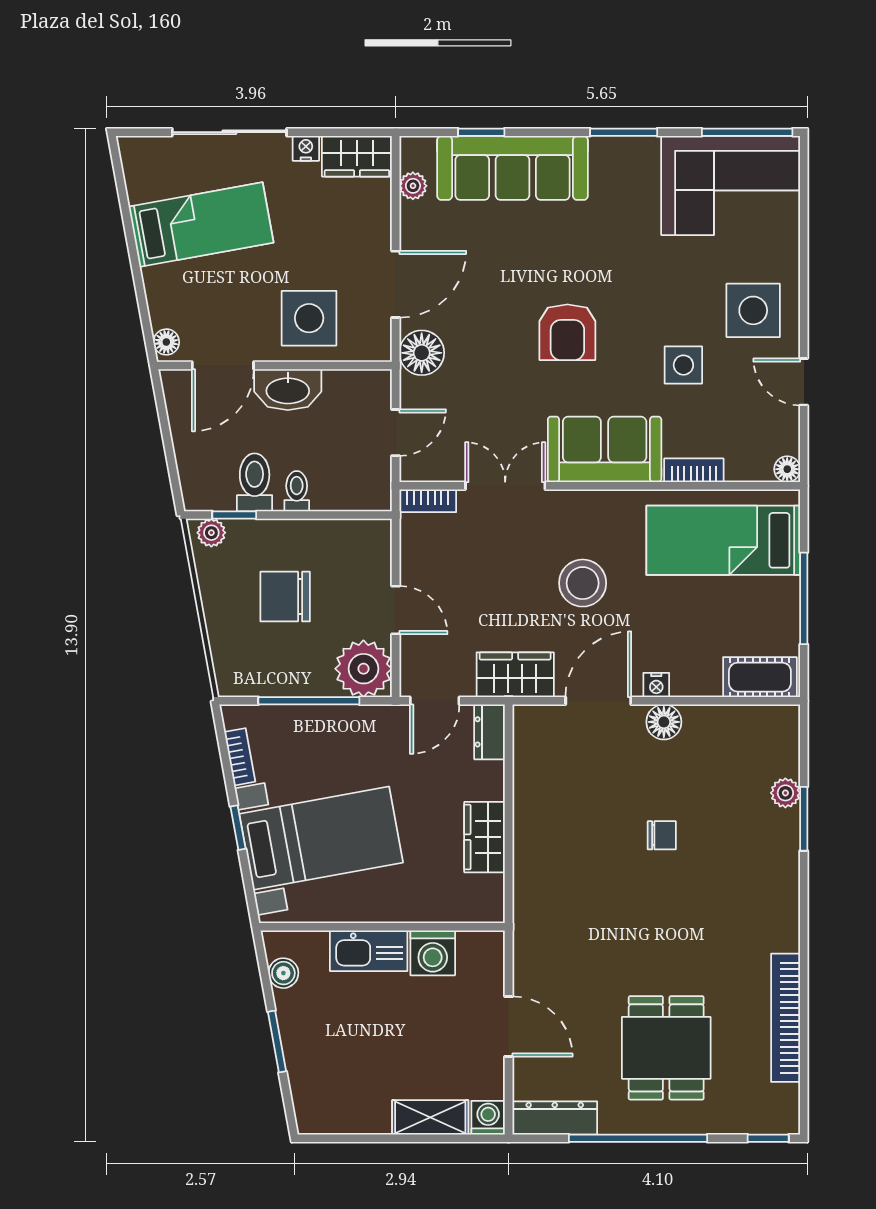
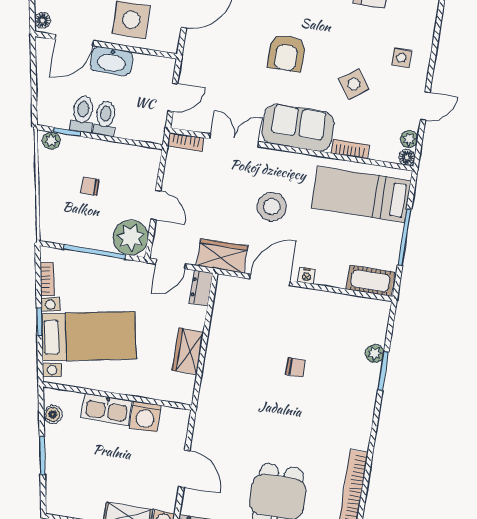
side table: (753, 310) -> (401, 58), width x0.54, depth x0.54
floor lamp: (422, 353) -> (196, 52), removed
side table: (683, 365) -> (354, 84), turned -35
door: (804, 382) -> (425, 106), swing flipped
plant: (786, 439) -> (409, 139), added
toilet: (297, 491) -> (105, 118), width x1.37, depth x1.39
chair: (285, 597) -> (90, 186), width x0.54, depth x0.54
floor lamp: (664, 722) -> (308, 299), removed

